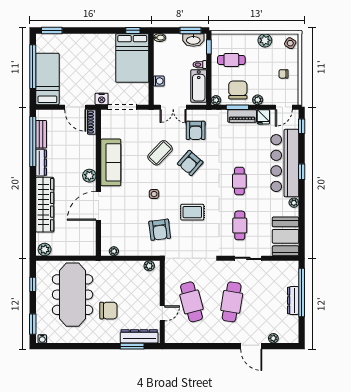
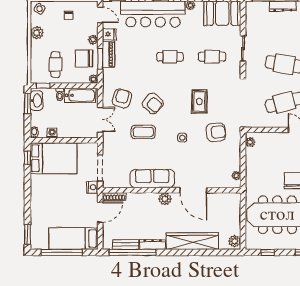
washing machine: (159, 81) -> (52, 133), moved
armchair: (196, 130) -> (122, 98), turned -74
coffee table: (160, 153) -> (143, 132), turned -44

